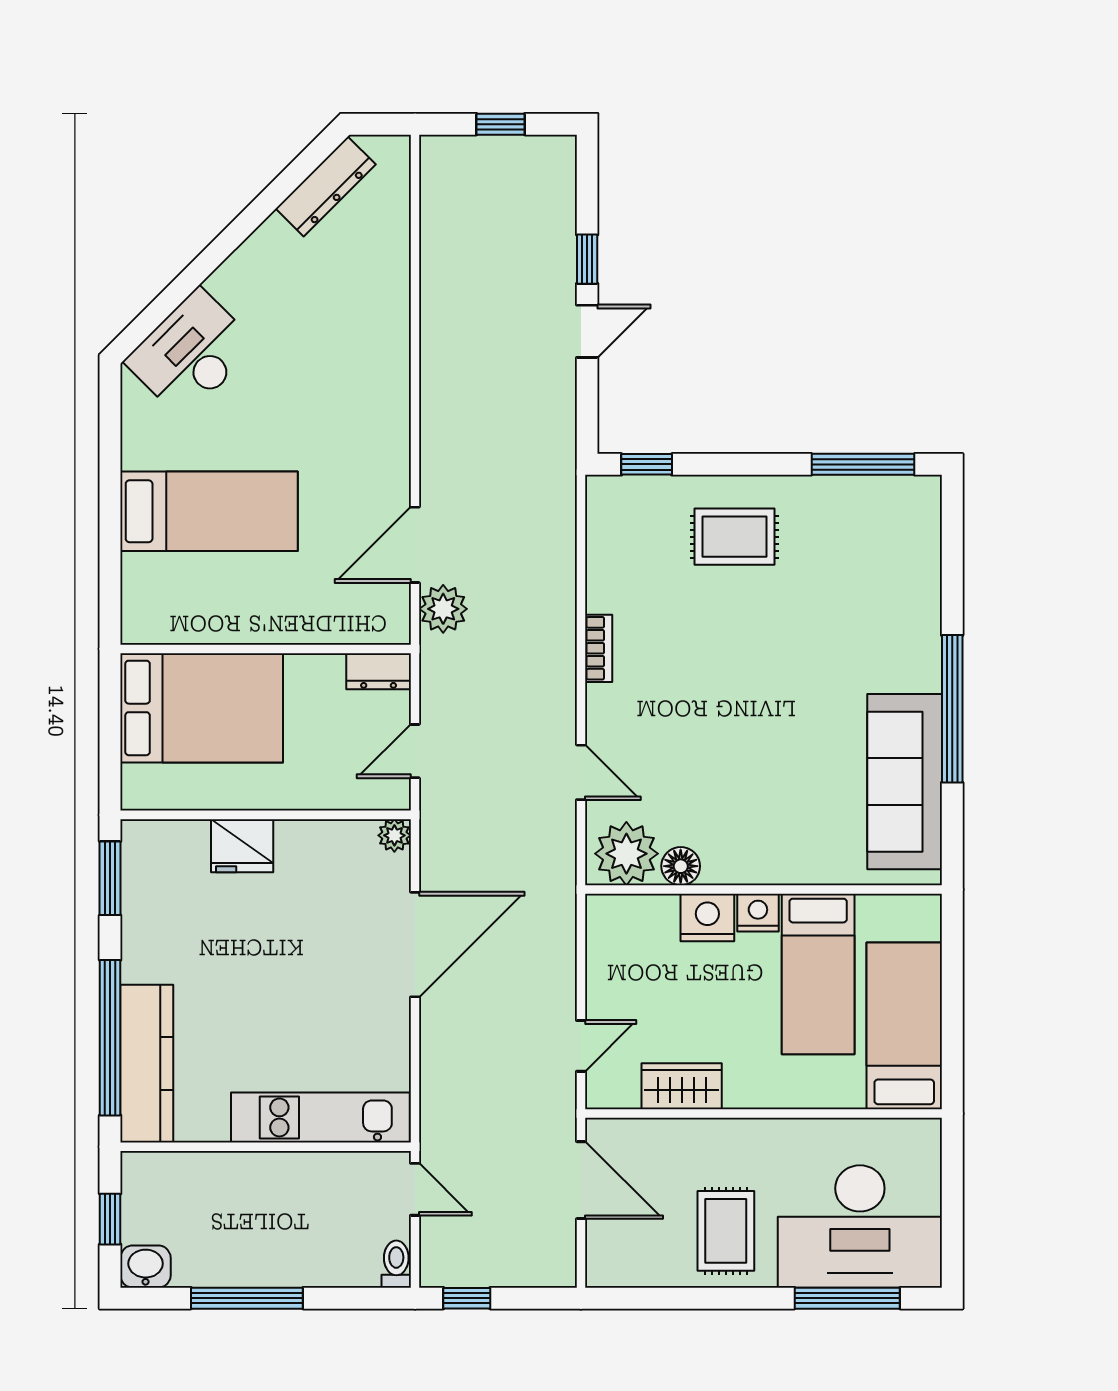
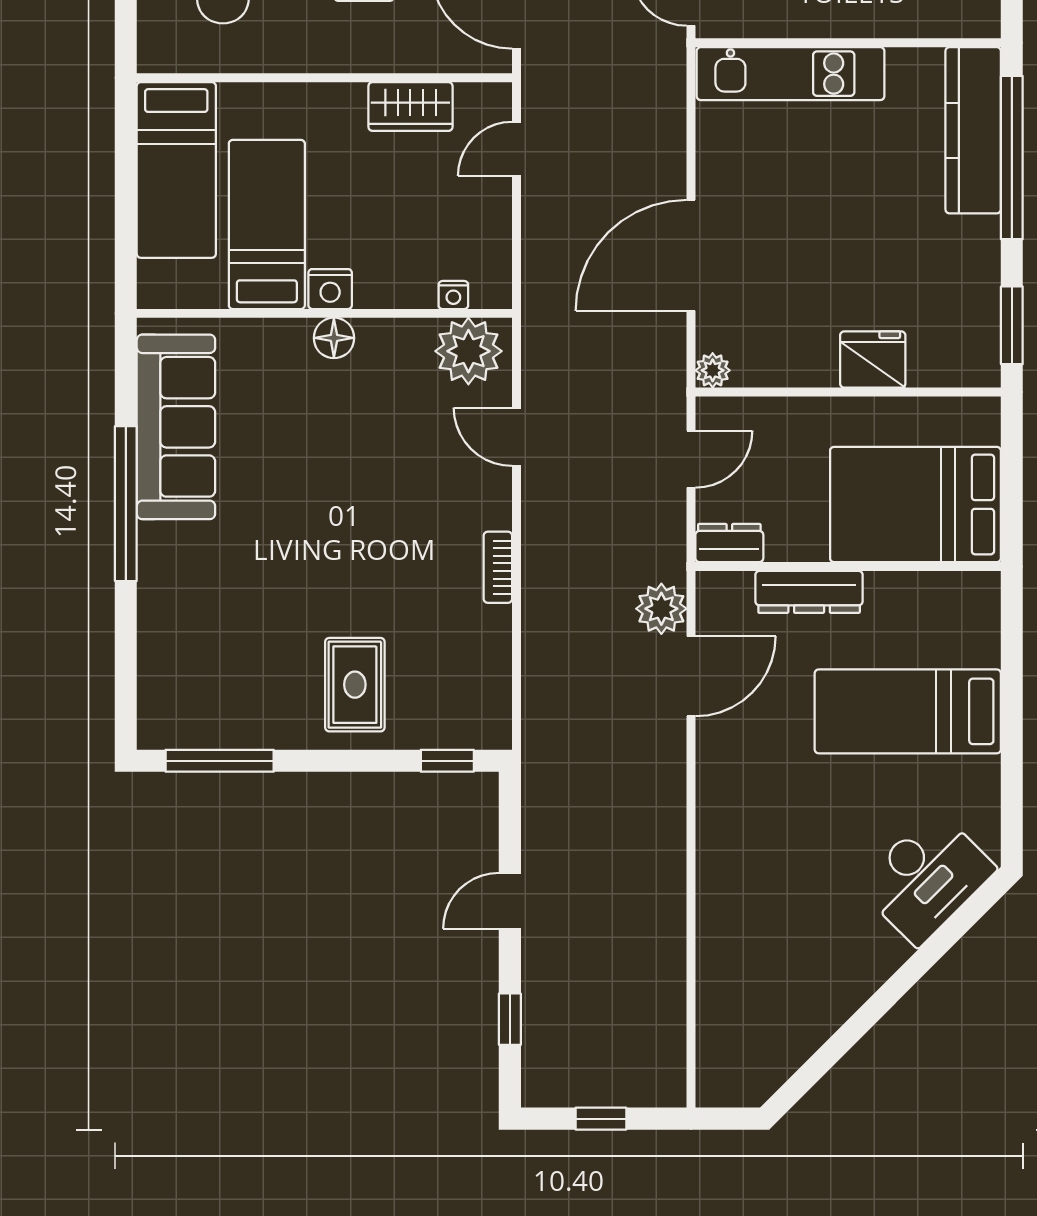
dresser: (326, 186) -> (809, 592), moved, turned -135
window: (587, 259) -> (510, 1019), moved
rug: (734, 537) -> (355, 685), turned 90
floor lamp: (681, 866) -> (334, 338), moved
nightstand: (707, 918) -> (453, 295), moved, width x0.53, depth x0.56

